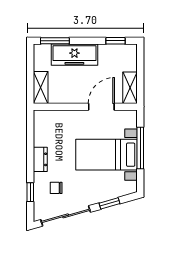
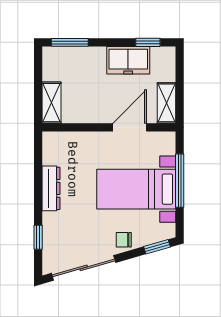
freezer: (74, 55) -> (128, 60), moved, width x0.71
dresser: (40, 159) -> (51, 188), width x1.44
chair: (56, 188) -> (124, 240), moved
window: (109, 203) -> (157, 247), moved

